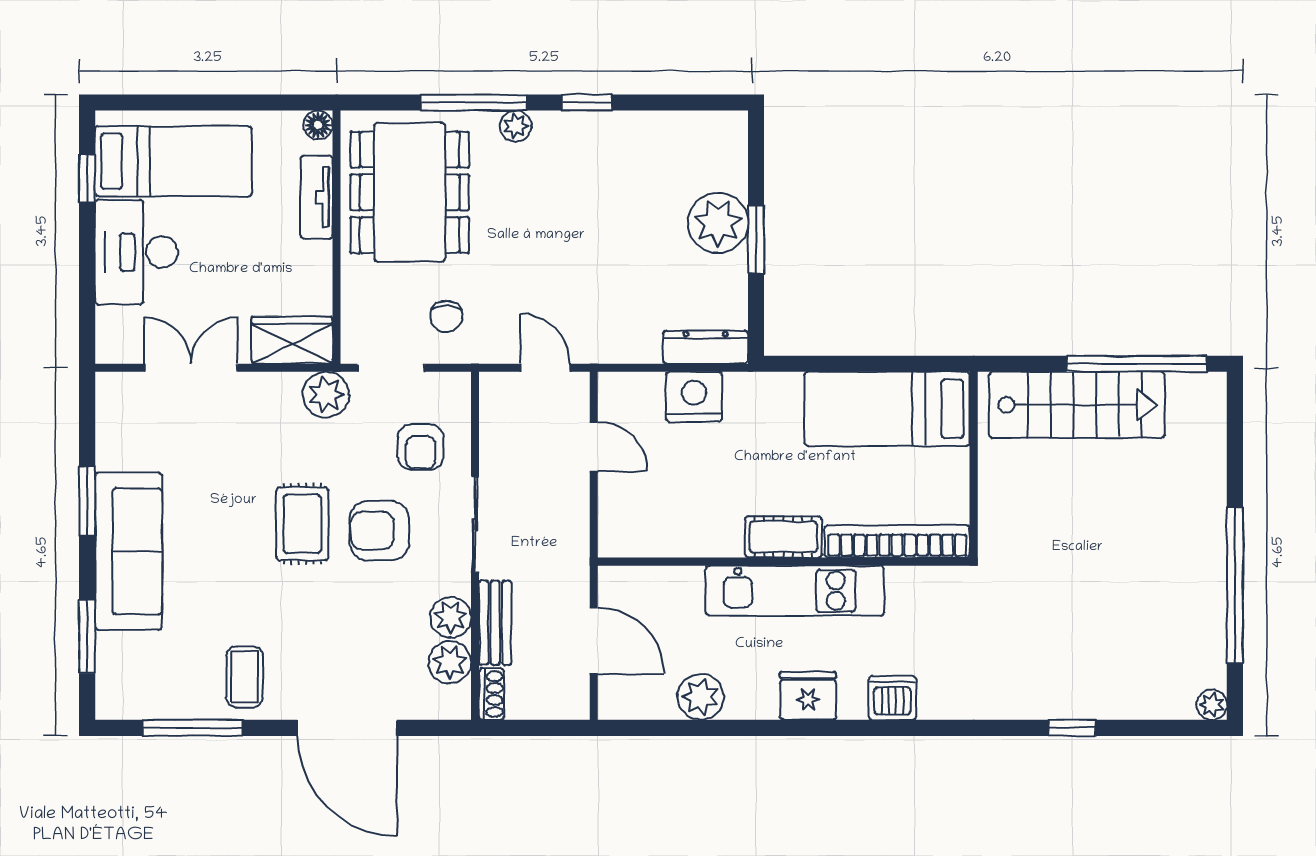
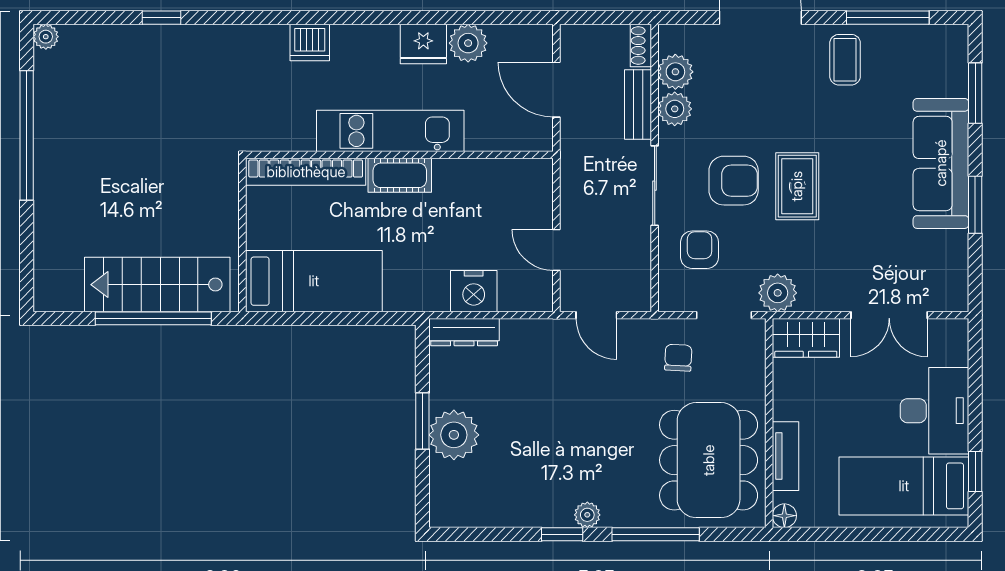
plant: (516, 126) -> (587, 515), moved
window: (1137, 364) -> (153, 318), moved
fridge: (808, 696) -> (423, 44), moved

